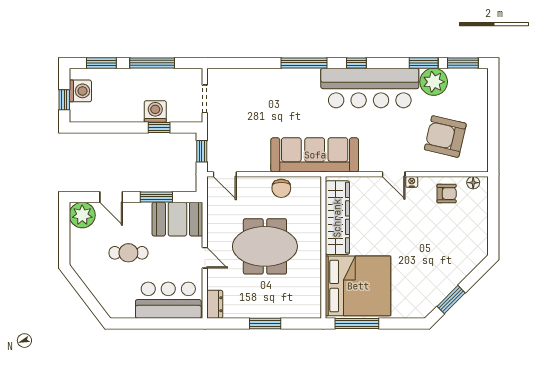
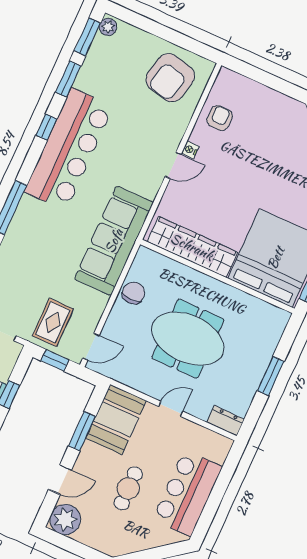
window: (356, 63) -> (46, 127), moved
plant: (434, 82) -> (108, 27), moved, width x0.53, depth x0.53
rug: (230, 136) -> (53, 322), added
armchair: (445, 136) -> (170, 78), moved
floor lamp: (473, 183) -> (221, 84), removed
chair: (281, 188) -> (133, 293), turned -89
meeting table: (265, 246) -> (188, 339), turned 90
bar counter: (168, 300) -> (187, 493), moved

